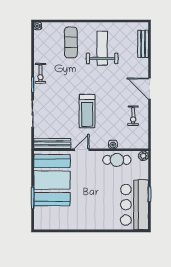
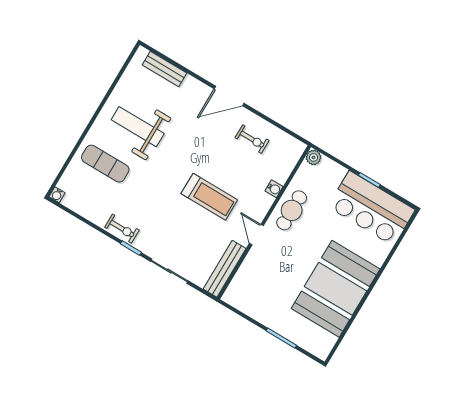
cafe table: (117, 160) -> (292, 210), moved
booth: (52, 180) -> (336, 289), moved, turned 90

